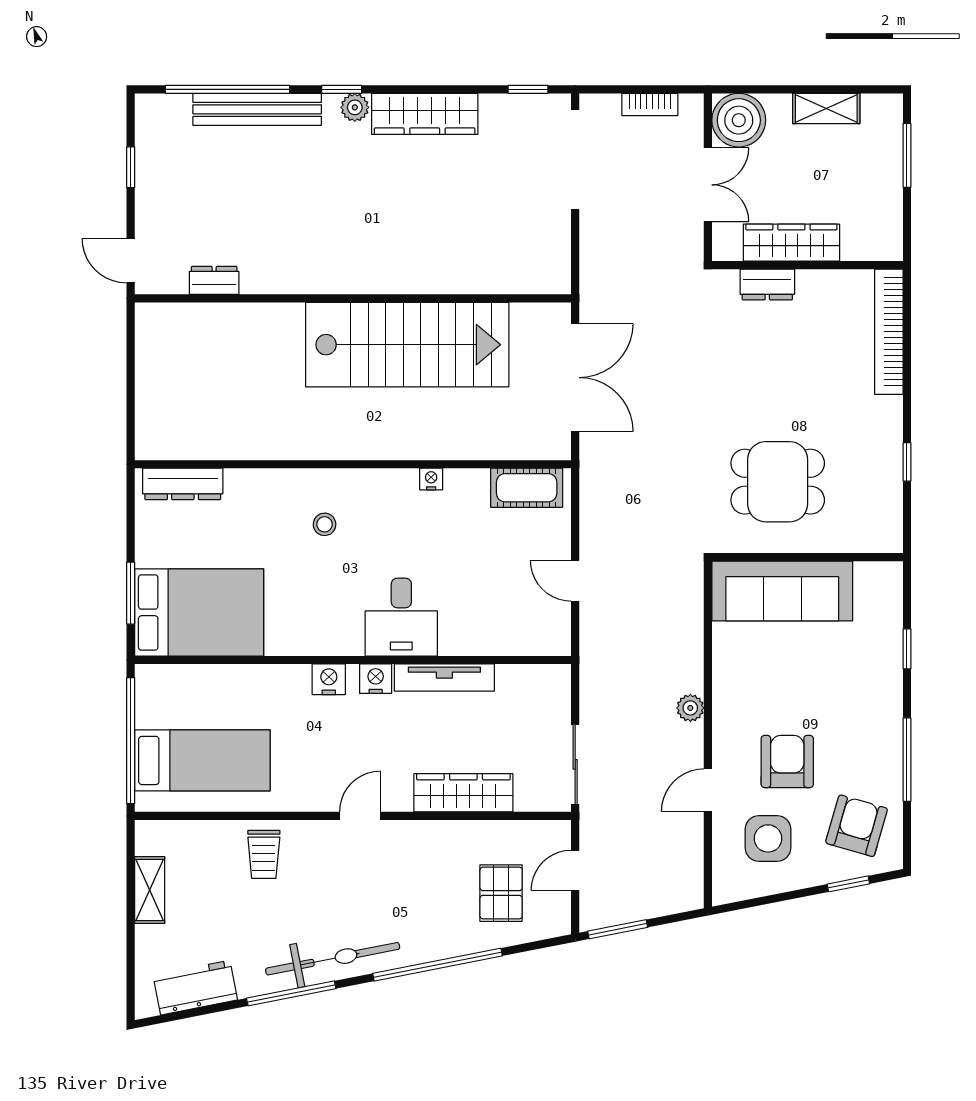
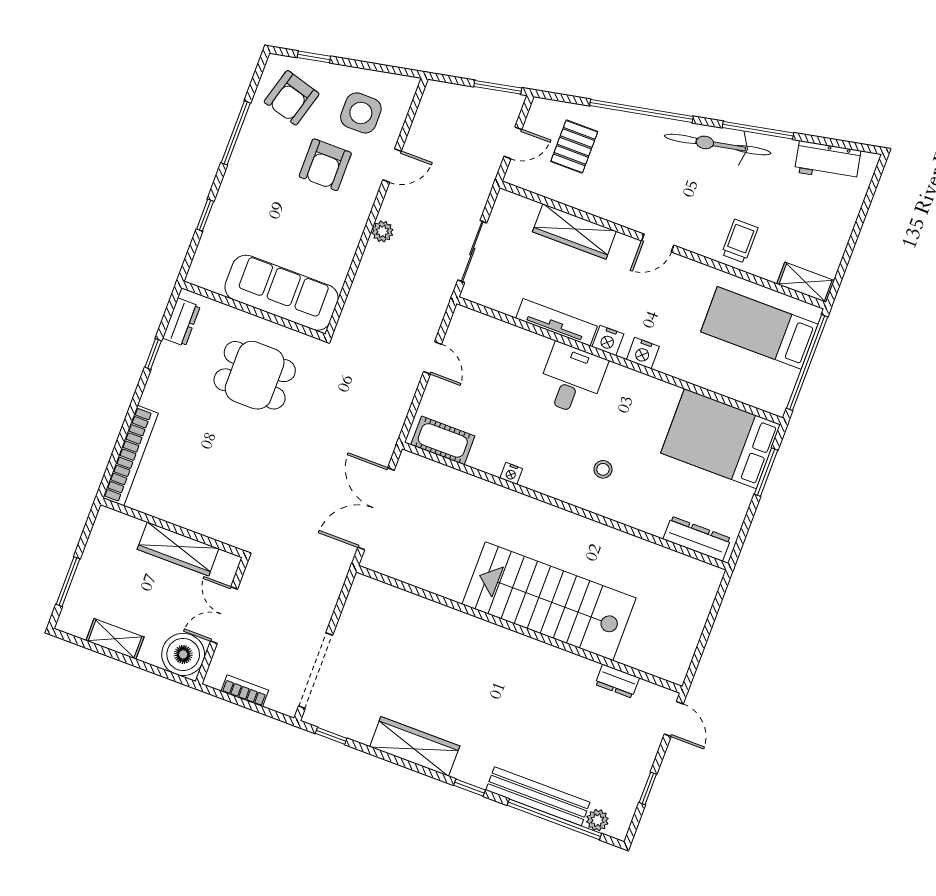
plant: (355, 107) -> (597, 820), moved
dresser: (767, 284) -> (181, 322), moved, turned 90
stairs: (407, 345) -> (549, 601), moved
sliding door: (575, 764) -> (472, 251), moved
shelving: (150, 890) -> (806, 282), moved, turned 90

